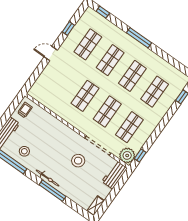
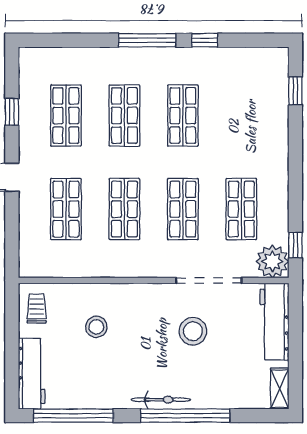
window: (103, 12) -> (205, 40), moved
shop shelf: (155, 92) -> (66, 209), moved
stool: (24, 151) -> (96, 327), moved
workbench: (115, 175) -> (274, 321), width x1.38
window: (53, 191) -> (185, 416), width x1.46

